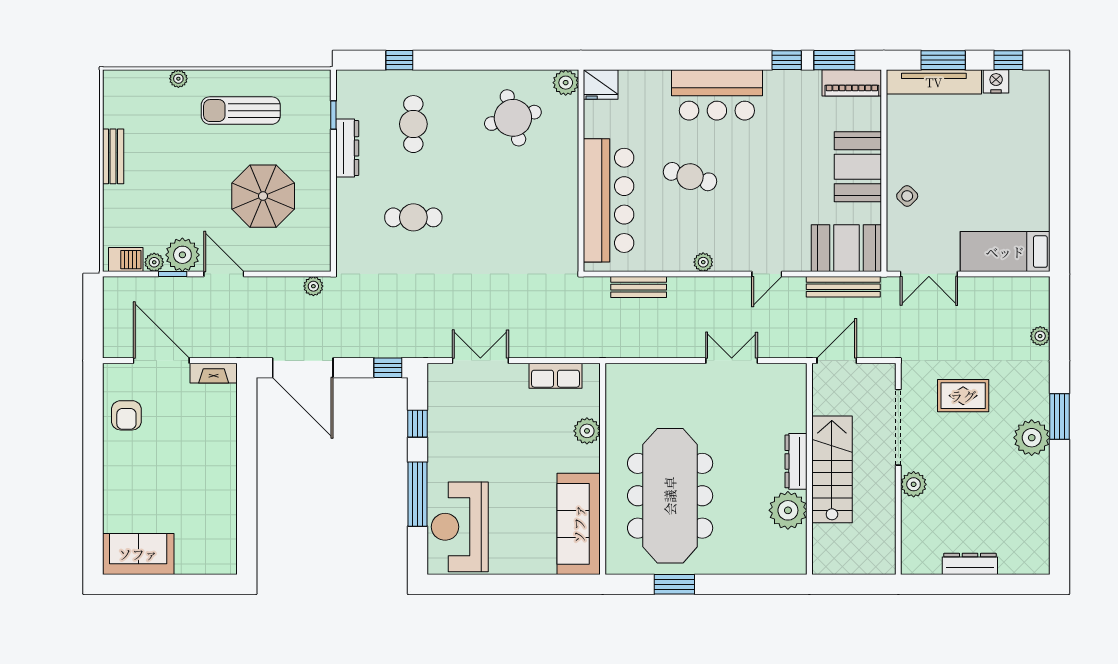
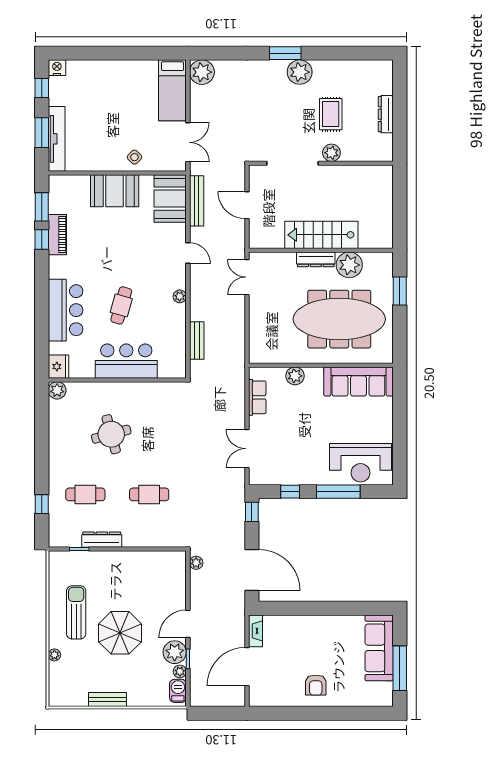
nightstand: (996, 81) -> (57, 68), moved, turned 90
piano: (852, 83) -> (57, 235), moved
bar counter: (717, 95) -> (66, 310), moved
sun lounger: (241, 111) -> (76, 612), turned 180
round table: (513, 118) -> (111, 434), moved
parasol: (263, 196) -> (120, 633), moved
bar counter: (609, 200) -> (126, 361), width x0.73
cafe table: (413, 217) -> (149, 494), turned 90
plant: (1040, 336) -> (202, 72), moved, width x1.88, depth x1.88
door: (303, 368) -> (252, 570), hinge flipped
rug: (963, 396) -> (331, 114), moved
armchair: (126, 415) -> (316, 685), moved, turned 90
dresser: (796, 461) -> (316, 259), moved
wall: (809, 469) -> (321, 250), moved
stairs: (832, 469) -> (321, 235), moved
plant: (788, 510) -> (349, 265), moved
sofa: (138, 554) -> (379, 648), moved, width x1.36
window: (159, 584) -> (400, 668), added
window: (674, 584) -> (400, 291), moved

